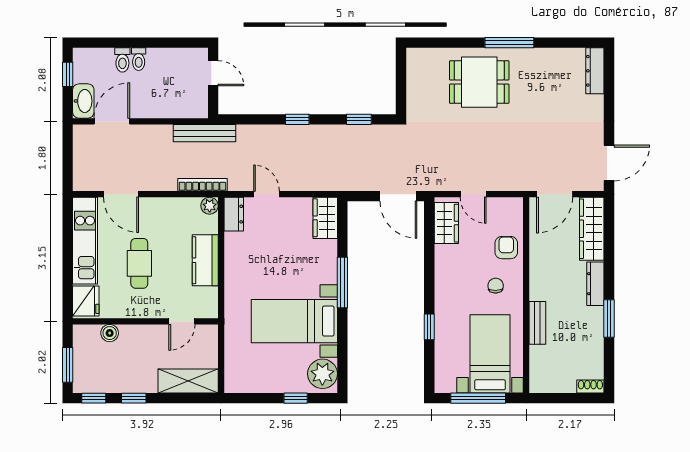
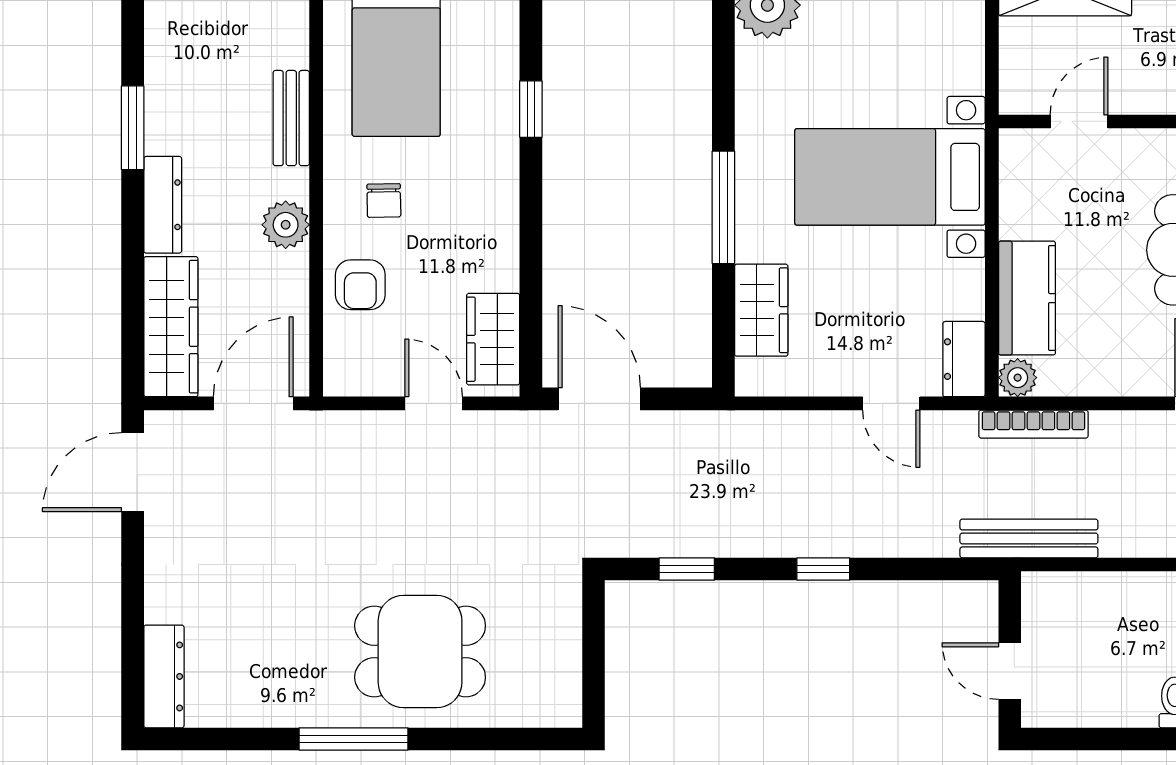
wardrobe: (325, 218) -> (761, 310), moved
kitchen counter: (205, 260) -> (1027, 298), moved
plant: (540, 275) -> (286, 225), added
bed with nightstands: (294, 321) -> (890, 177), moved, turned 180

